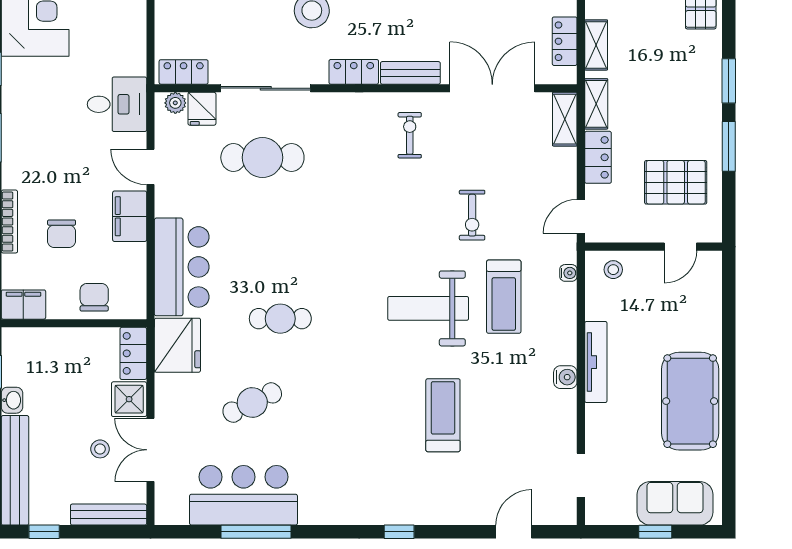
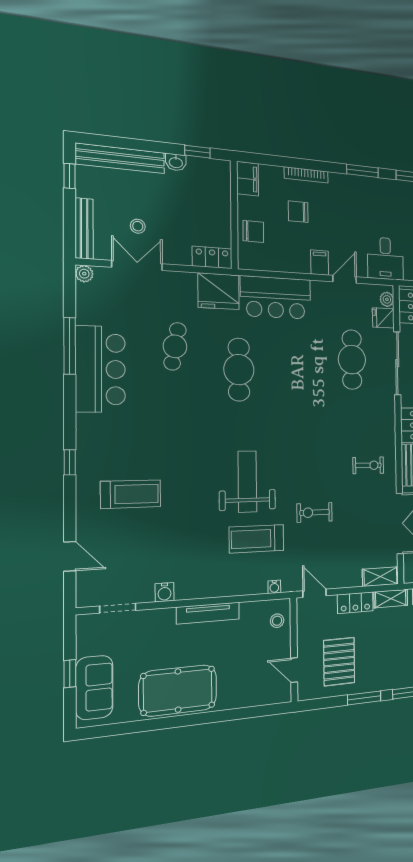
filing cabinet: (130, 216) -> (320, 263), width x0.50
cafe table: (280, 319) -> (239, 370), width x1.37, depth x1.35
water cooler: (565, 377) -> (165, 592), moved
shower: (129, 399) -> (177, 252), removed
cafe table: (252, 403) -> (175, 346), turned 36
treadmill: (443, 415) -> (131, 494), moved
bar counter: (244, 495) -> (100, 369), moved
plant: (165, 514) -> (84, 274), added

